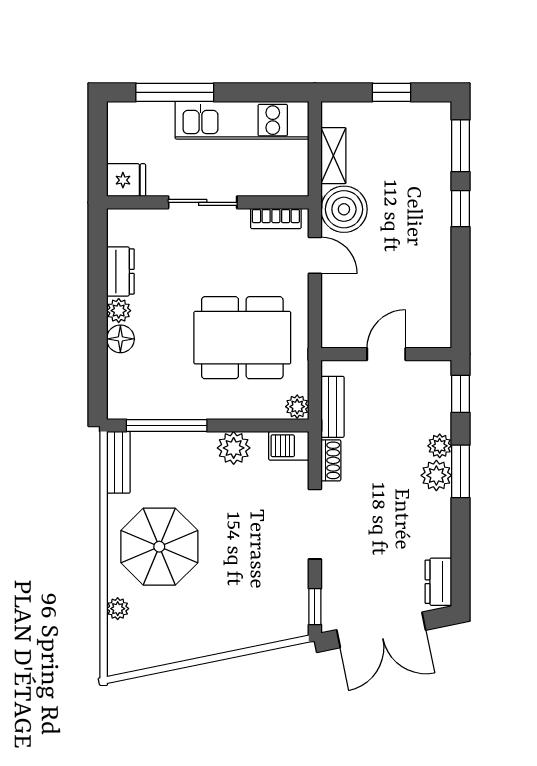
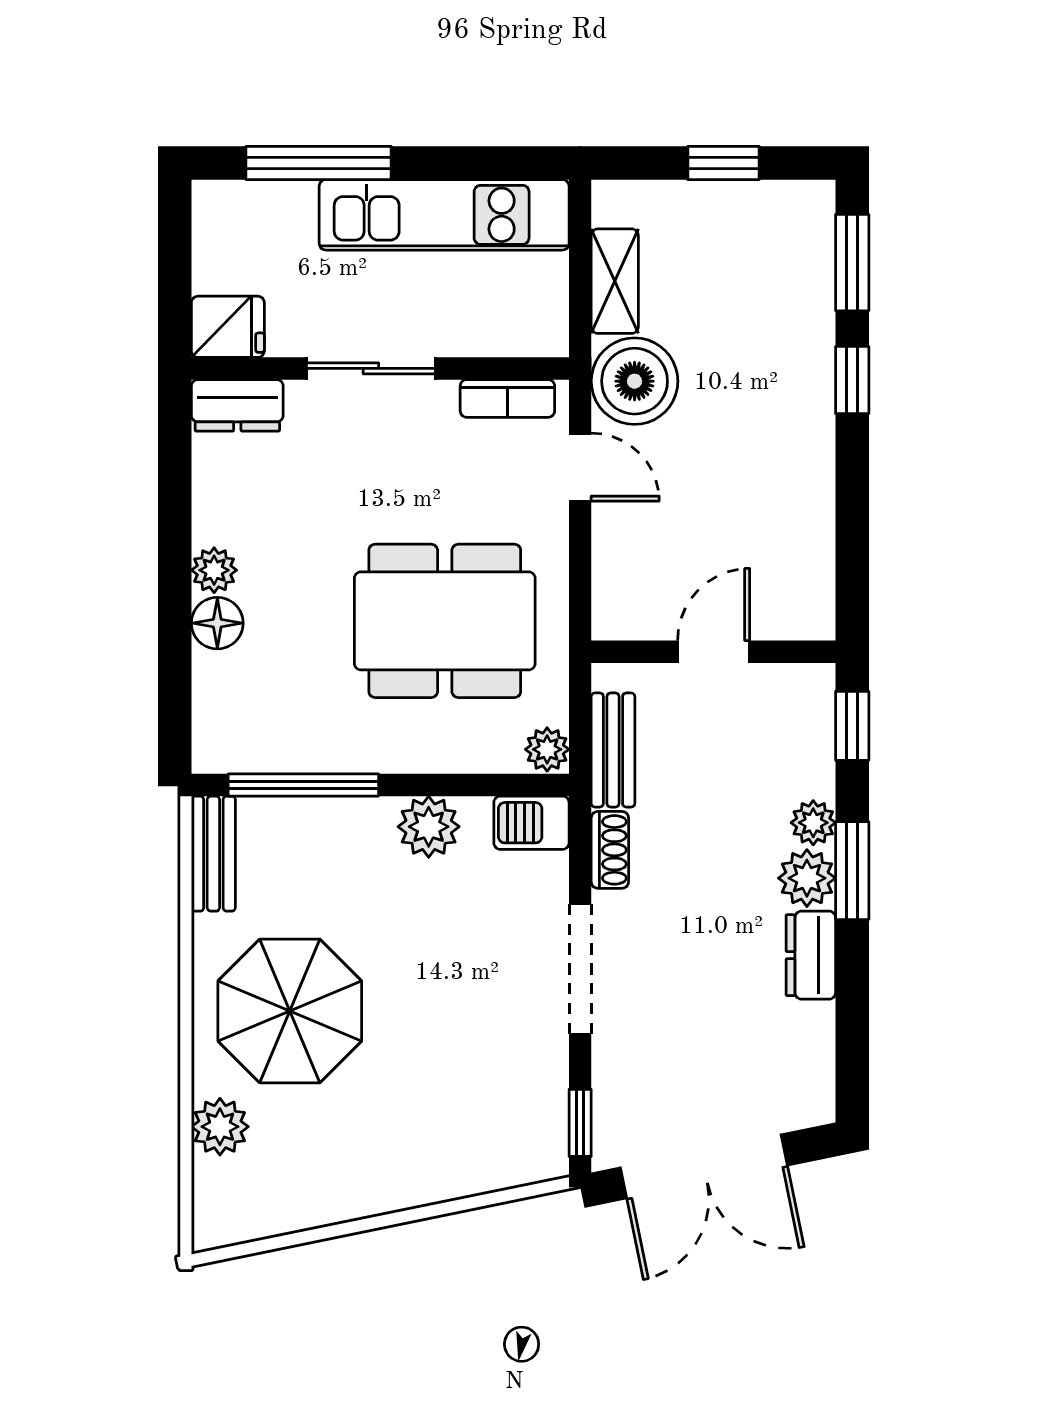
dresser: (120, 271) -> (237, 405), moved, turned 90
dresser: (438, 582) -> (811, 955), moved
plant: (118, 609) -> (220, 1127), width x1.38, depth x1.38

